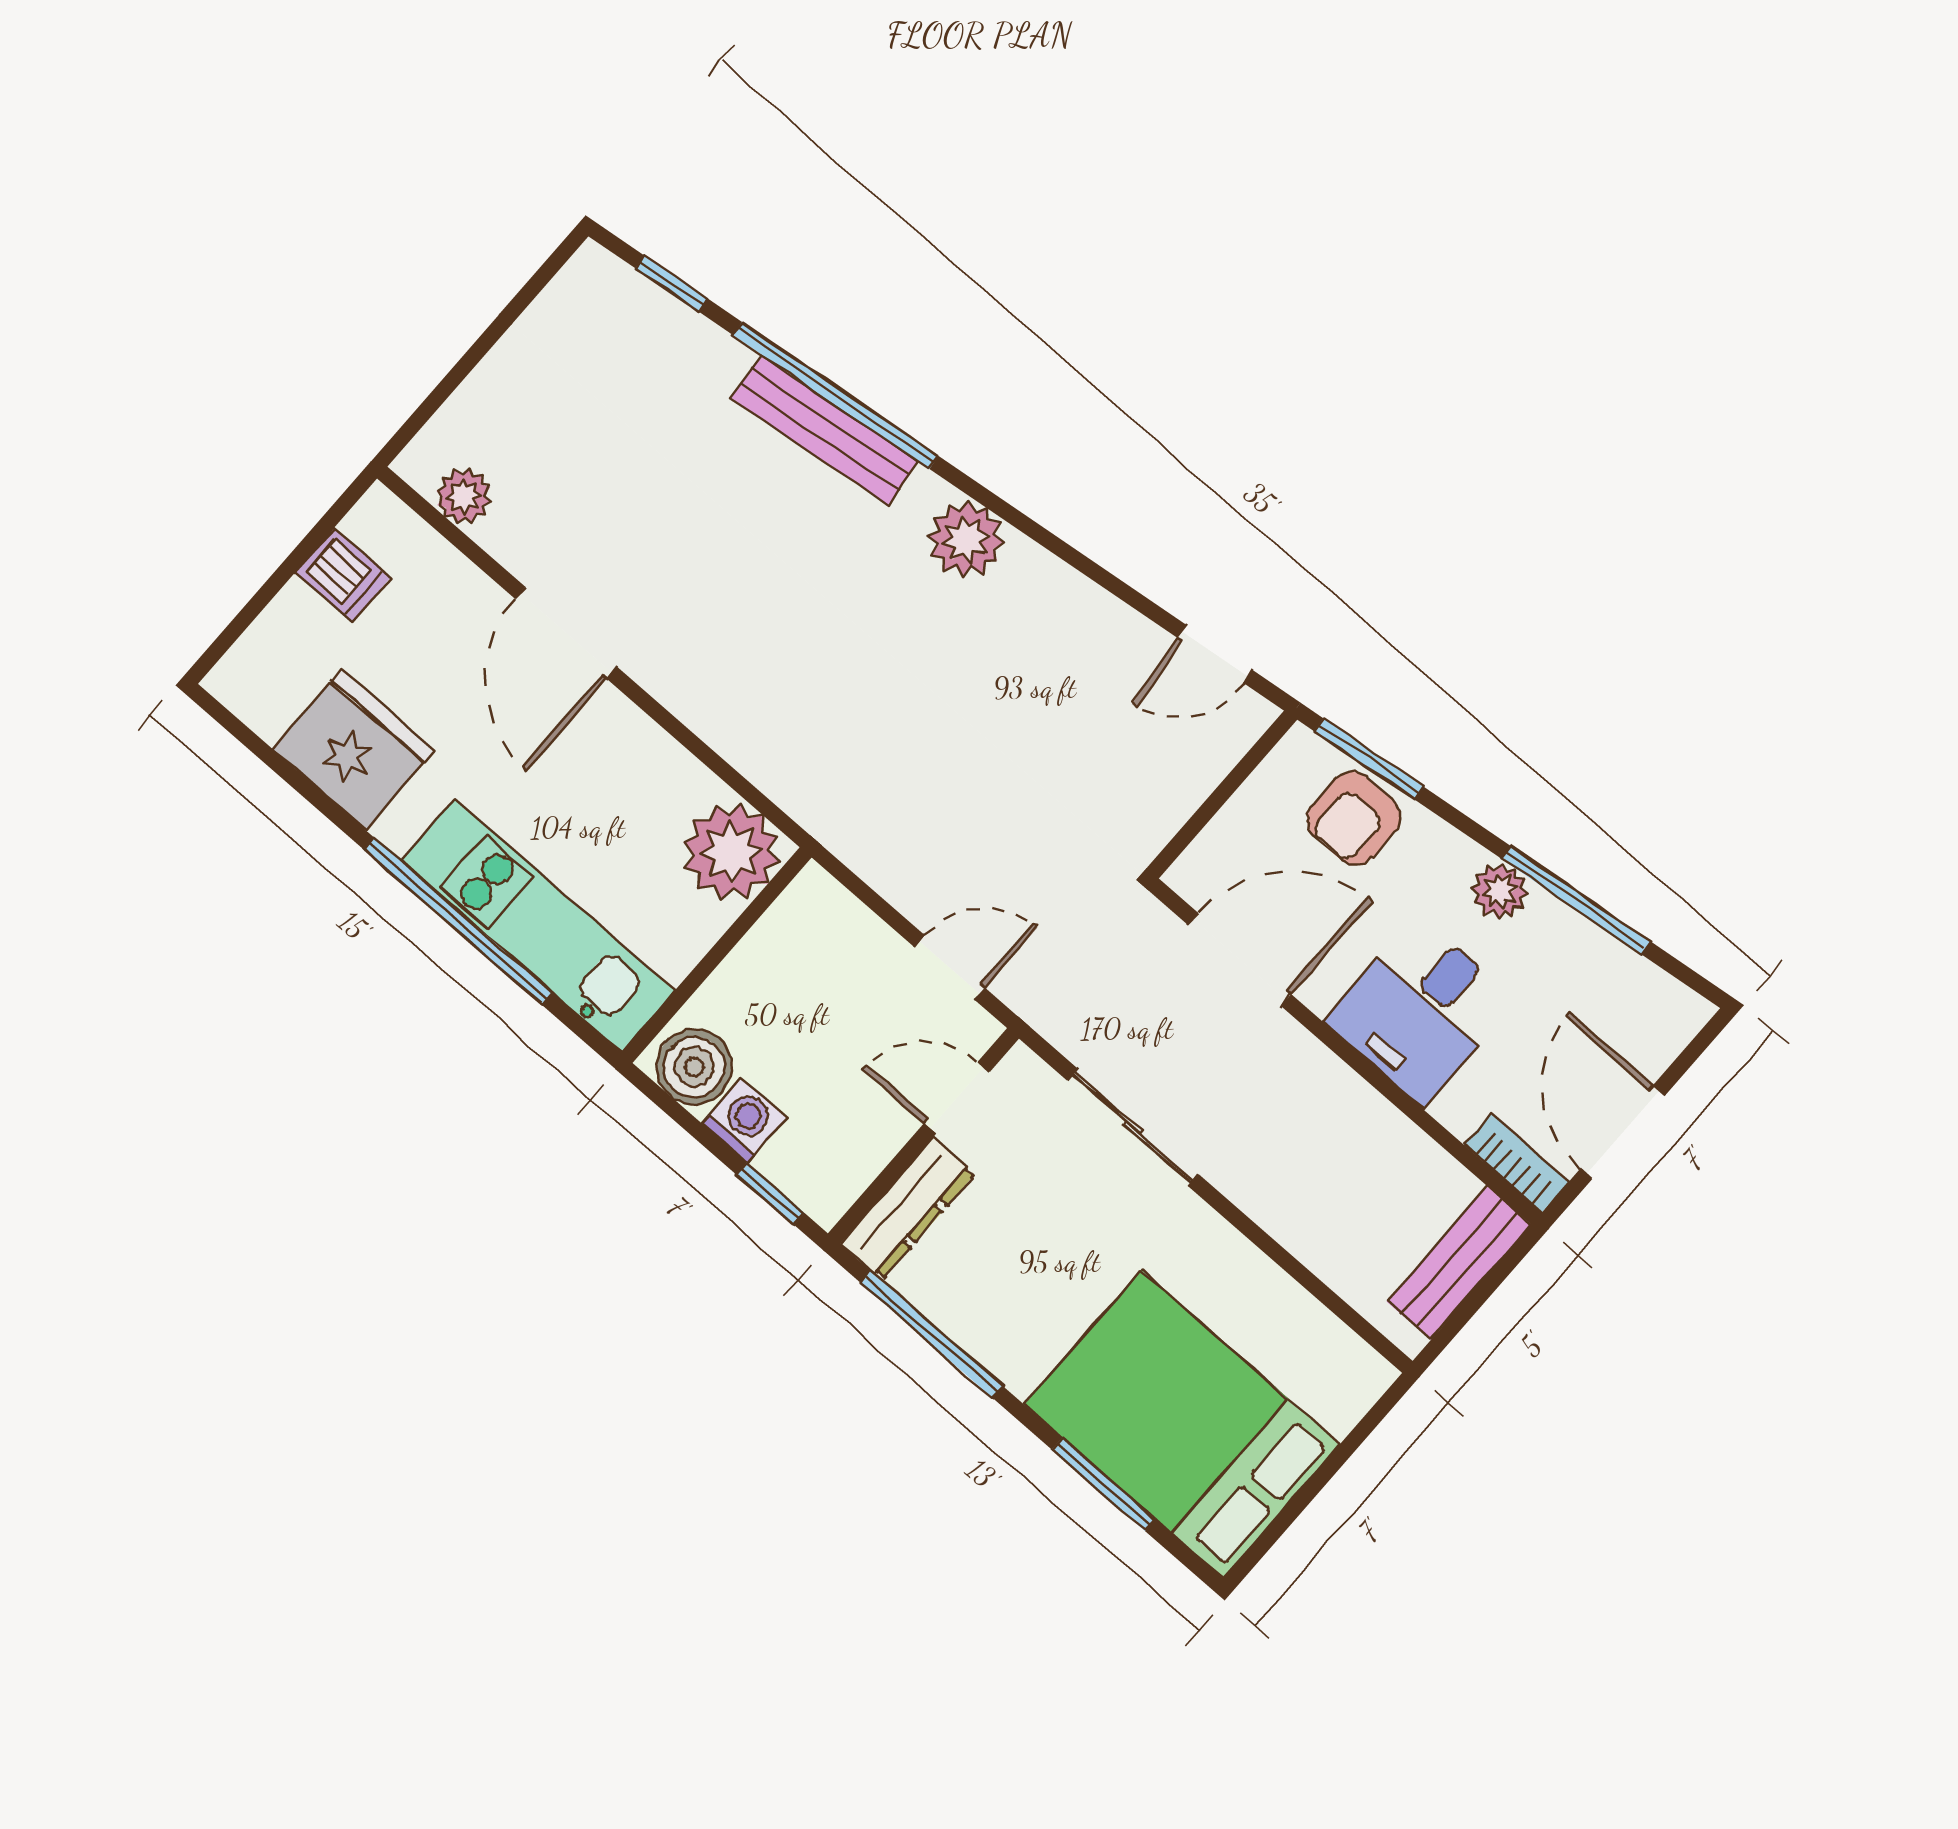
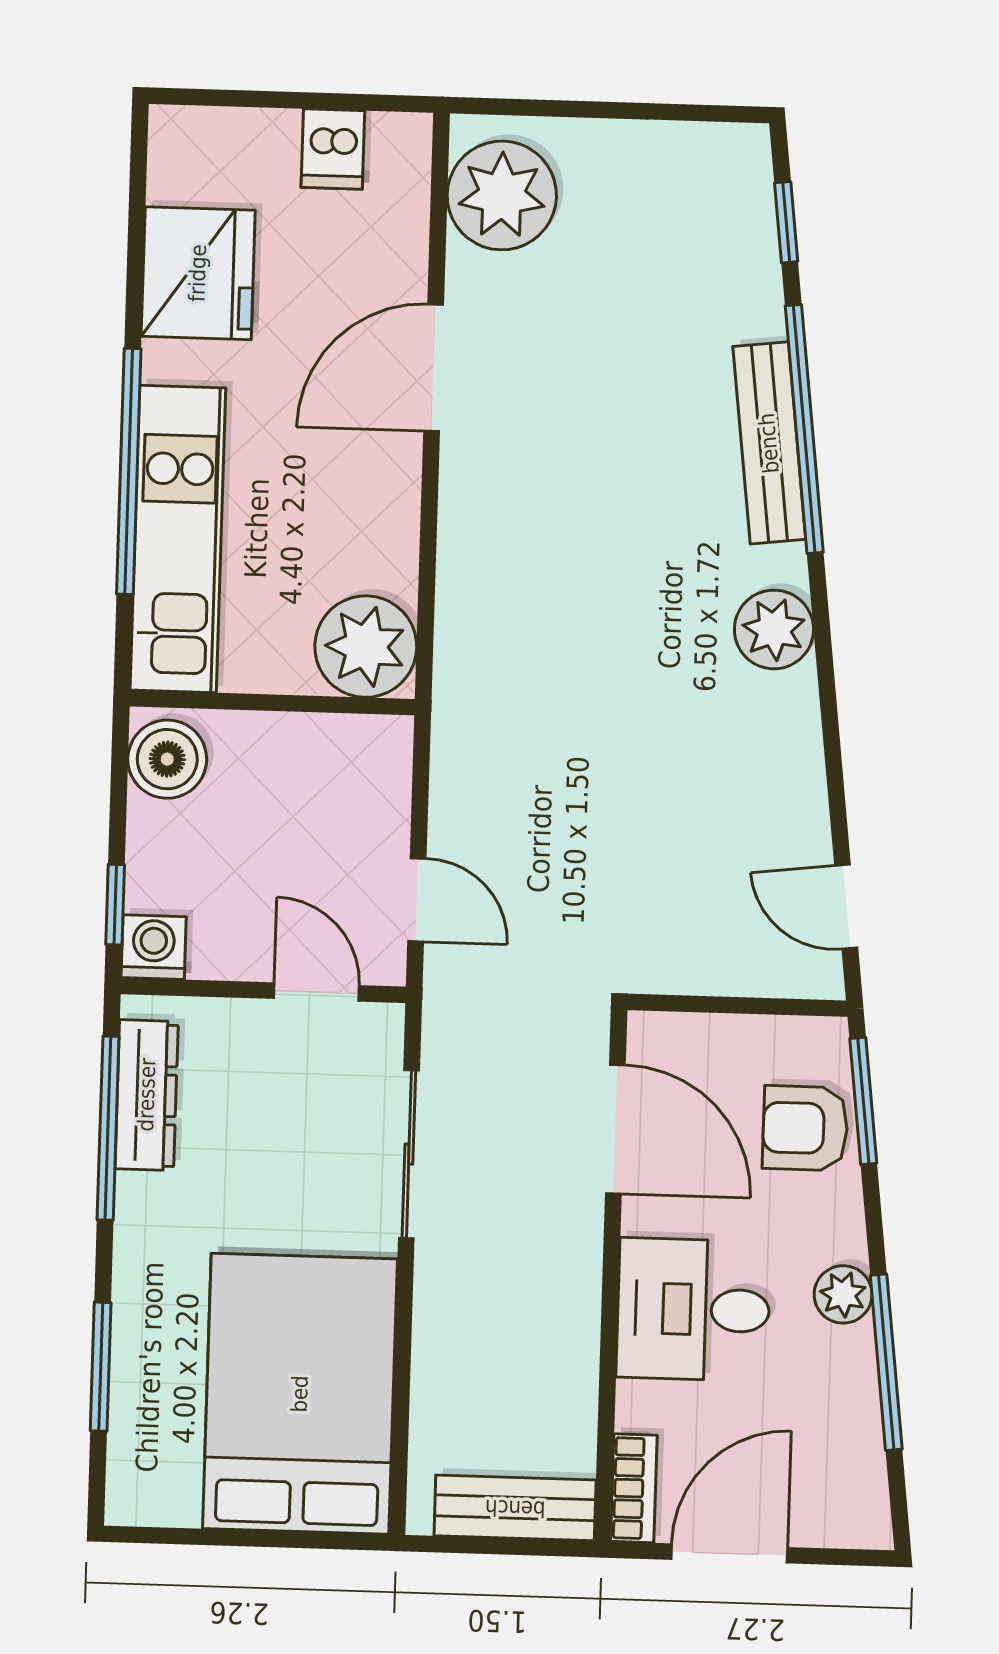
plant: (464, 496) -> (502, 195), width x1.88, depth x1.88
washing machine: (744, 1121) -> (154, 947), moved, turned -90
dresser: (908, 1208) -> (147, 1095), moved, turned -90
bed: (1182, 1424) -> (300, 1394), moved

